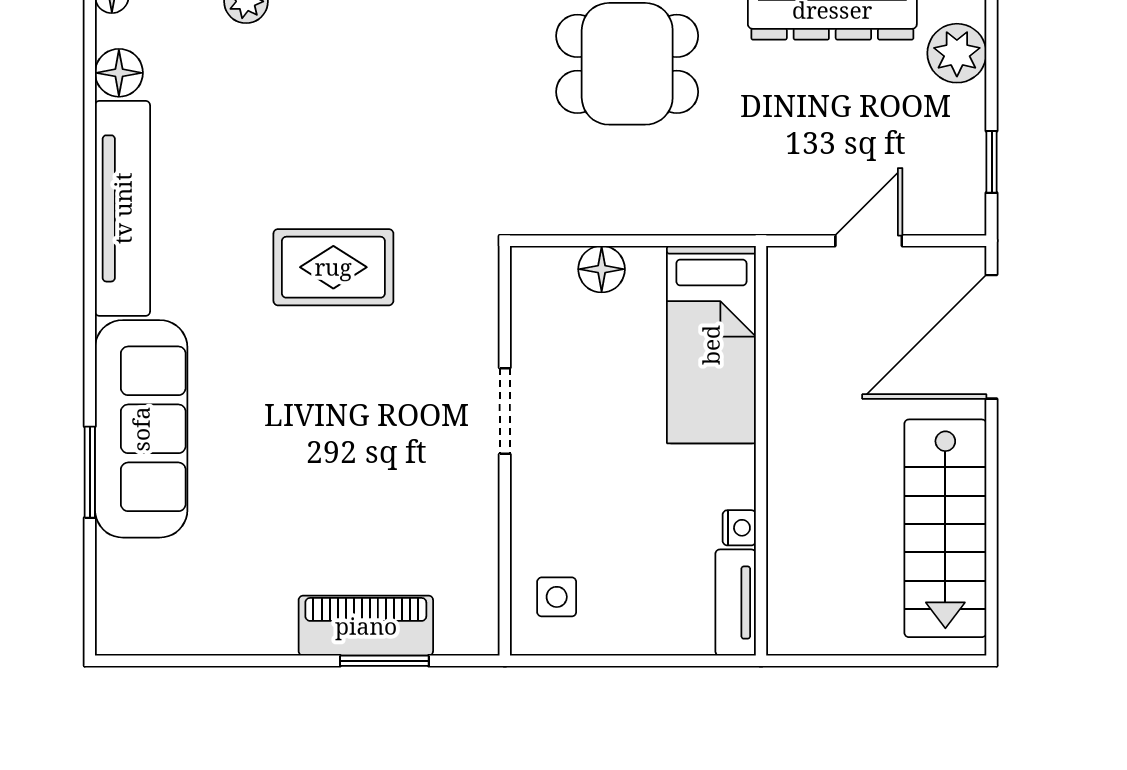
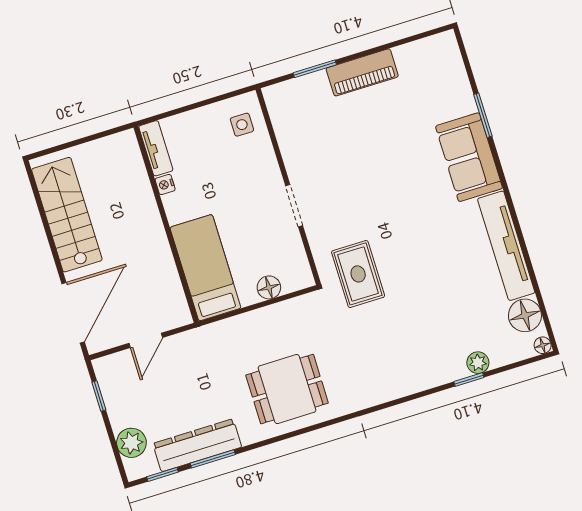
floor lamp: (119, 73) -> (525, 315), width x1.38, depth x1.38
rug: (333, 267) -> (358, 274), moved, turned 90
sofa: (141, 429) -> (469, 157), width x0.73
piano: (366, 626) -> (362, 72), moved

